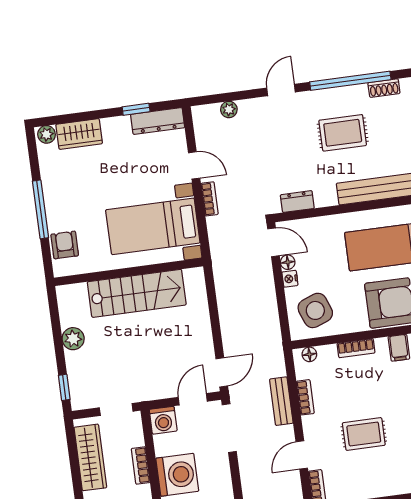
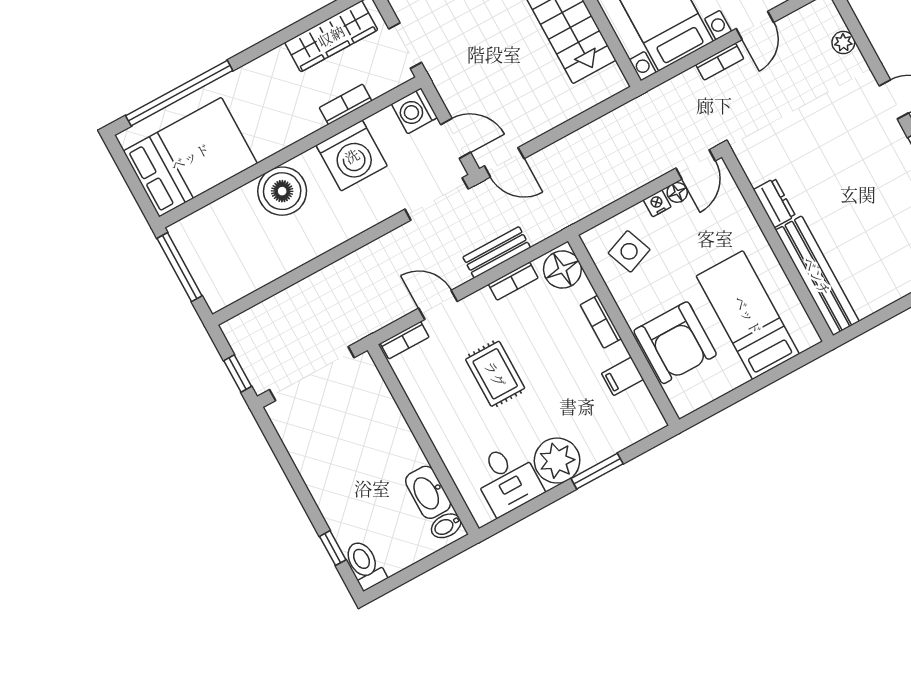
rug: (343, 133) -> (869, 199), removed
dresser: (297, 202) -> (774, 203), moved
side table: (315, 310) -> (629, 251), width x0.73, depth x0.73
floor lamp: (309, 354) -> (562, 269), width x1.89, depth x1.89

